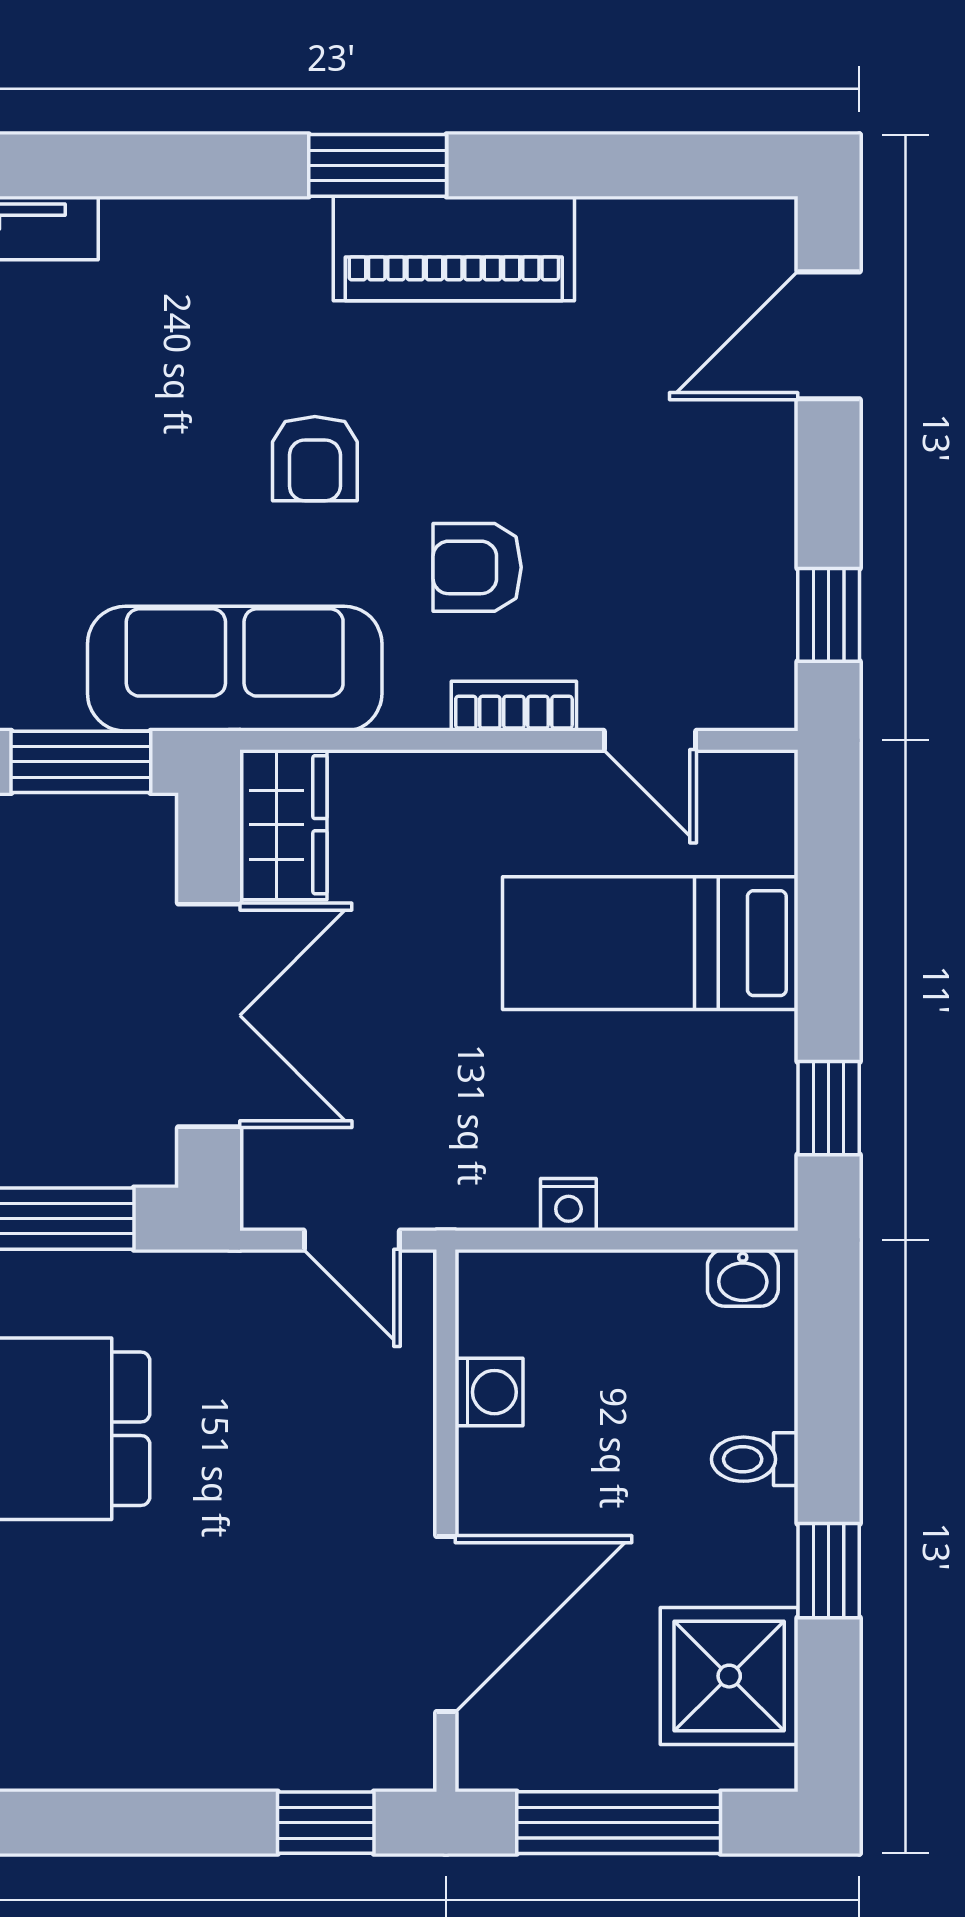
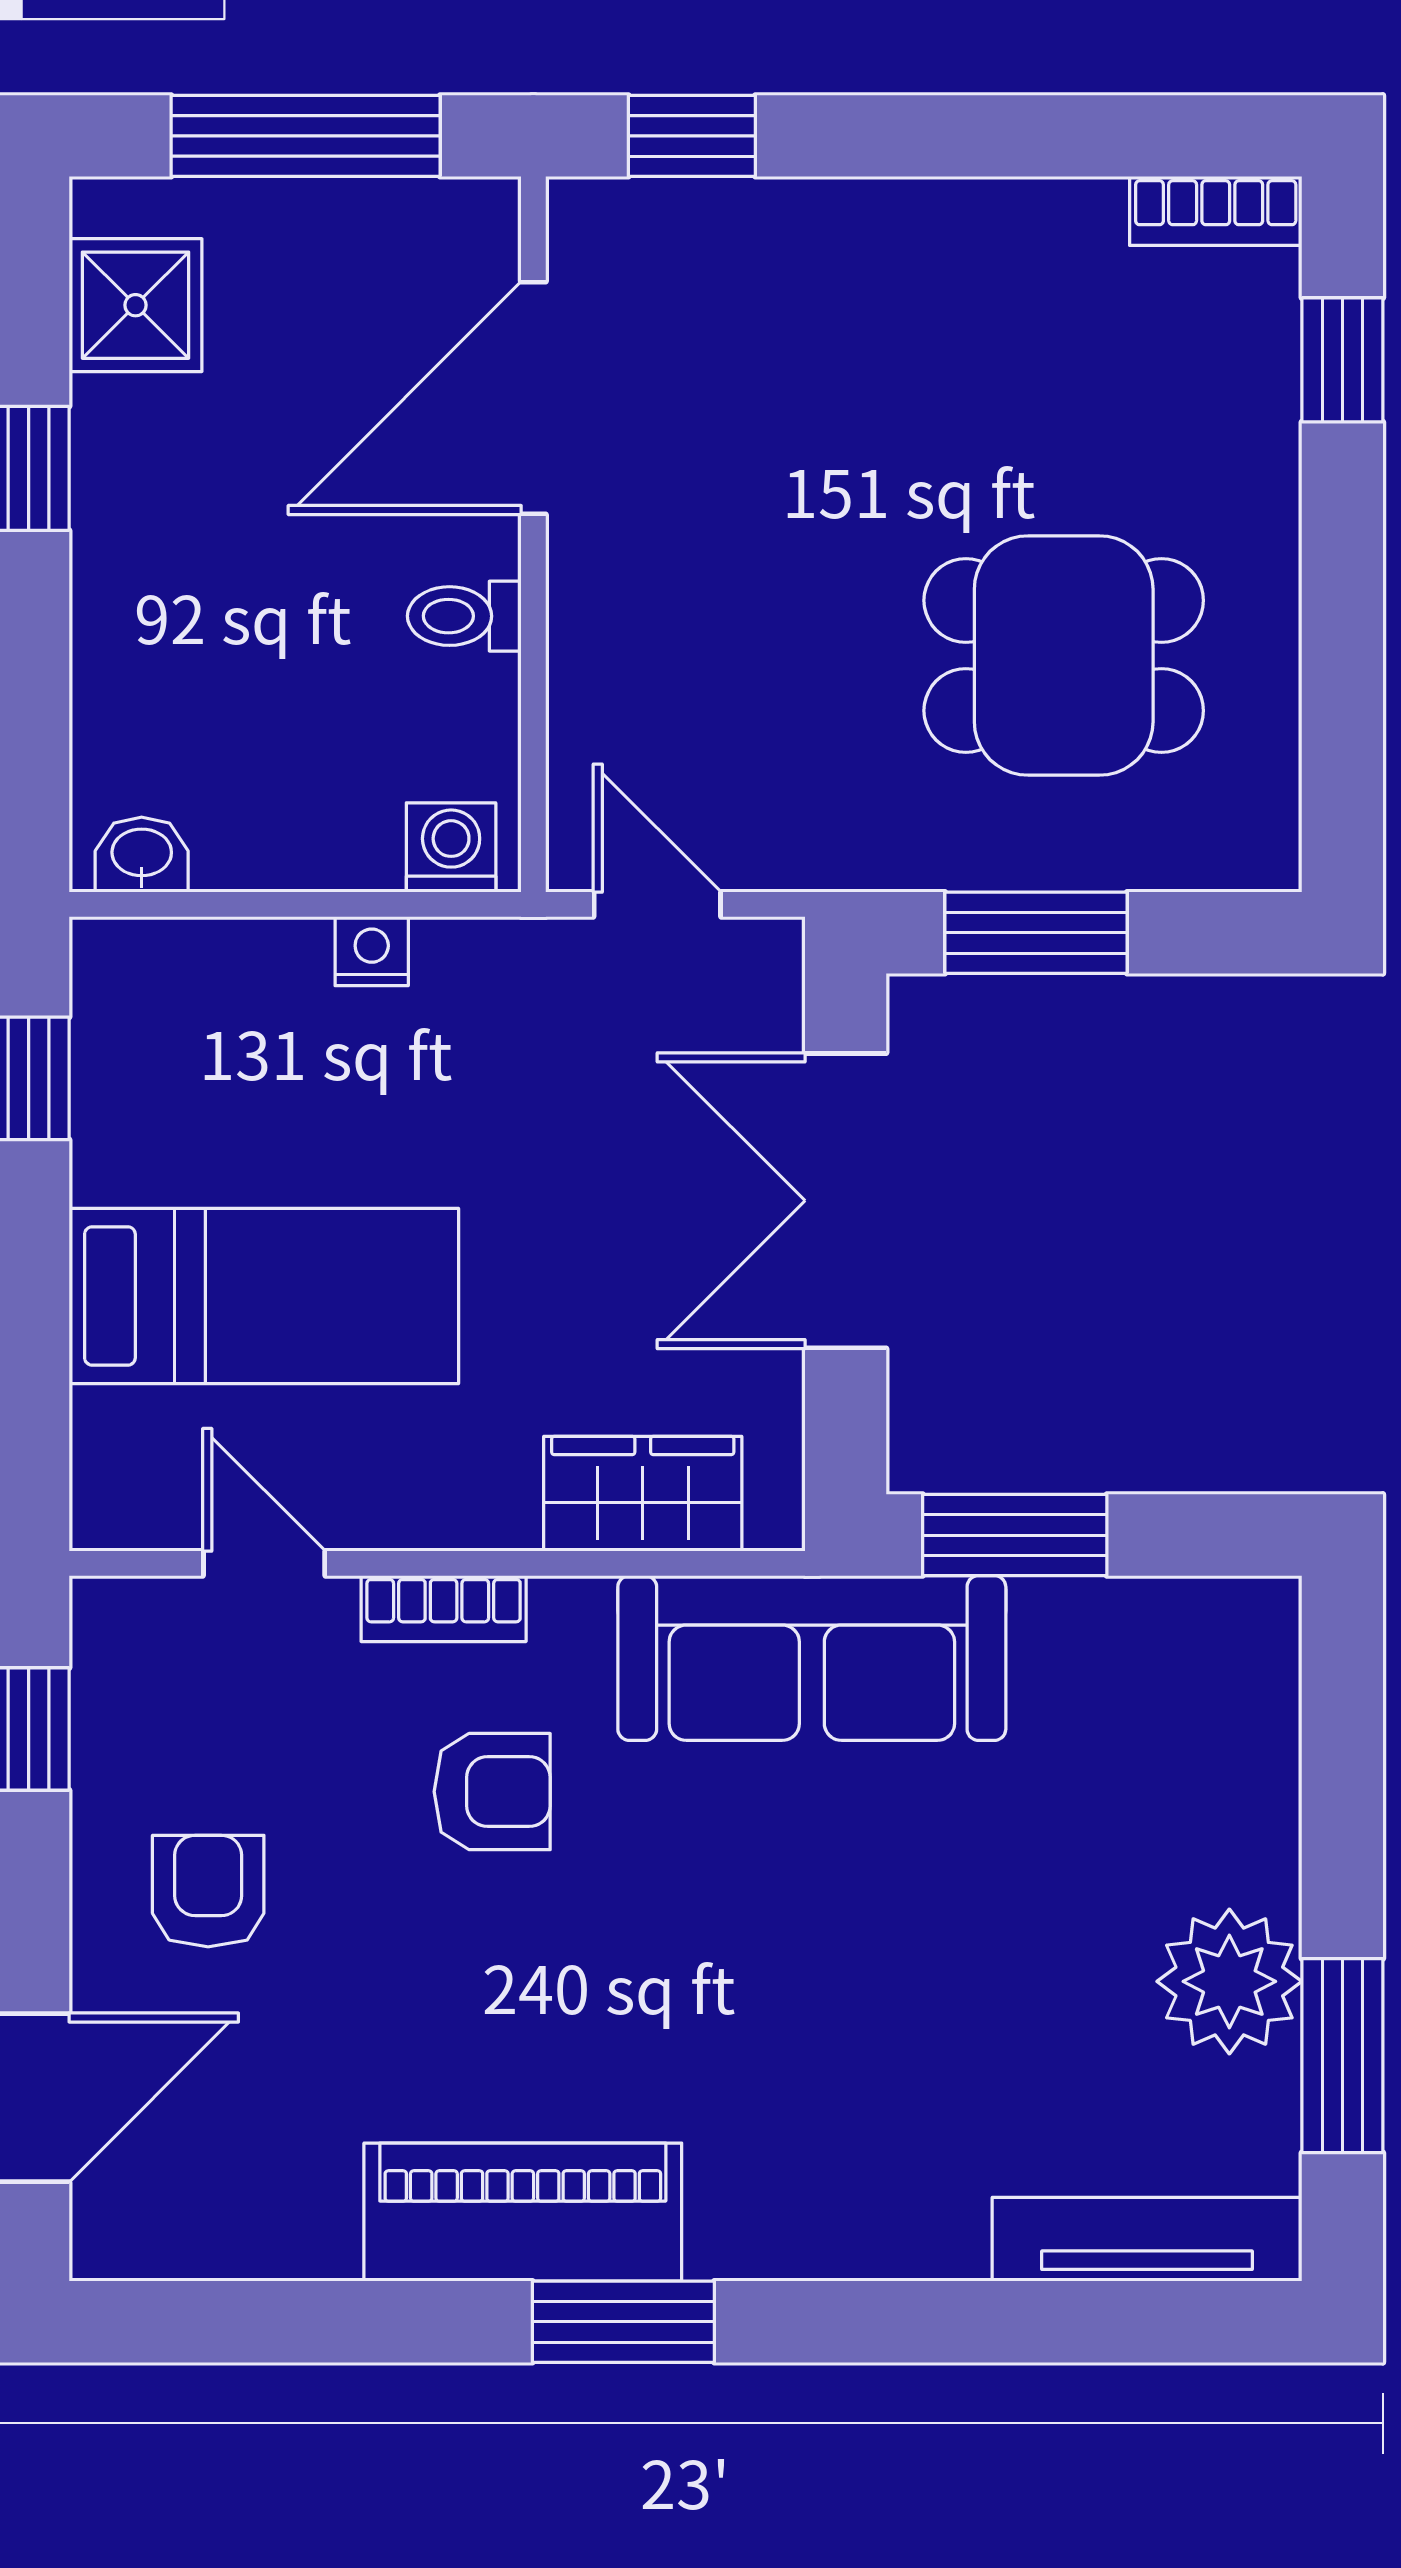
armchair: (315, 459) -> (208, 1891), moved
wardrobe: (283, 825) -> (643, 1494), moved, turned 90
washing machine: (489, 1392) -> (451, 848), moved, turned 90
toilet: (755, 1459) -> (464, 616), moved, turned 180
shower: (729, 1676) -> (135, 305), width x0.73, depth x0.73

